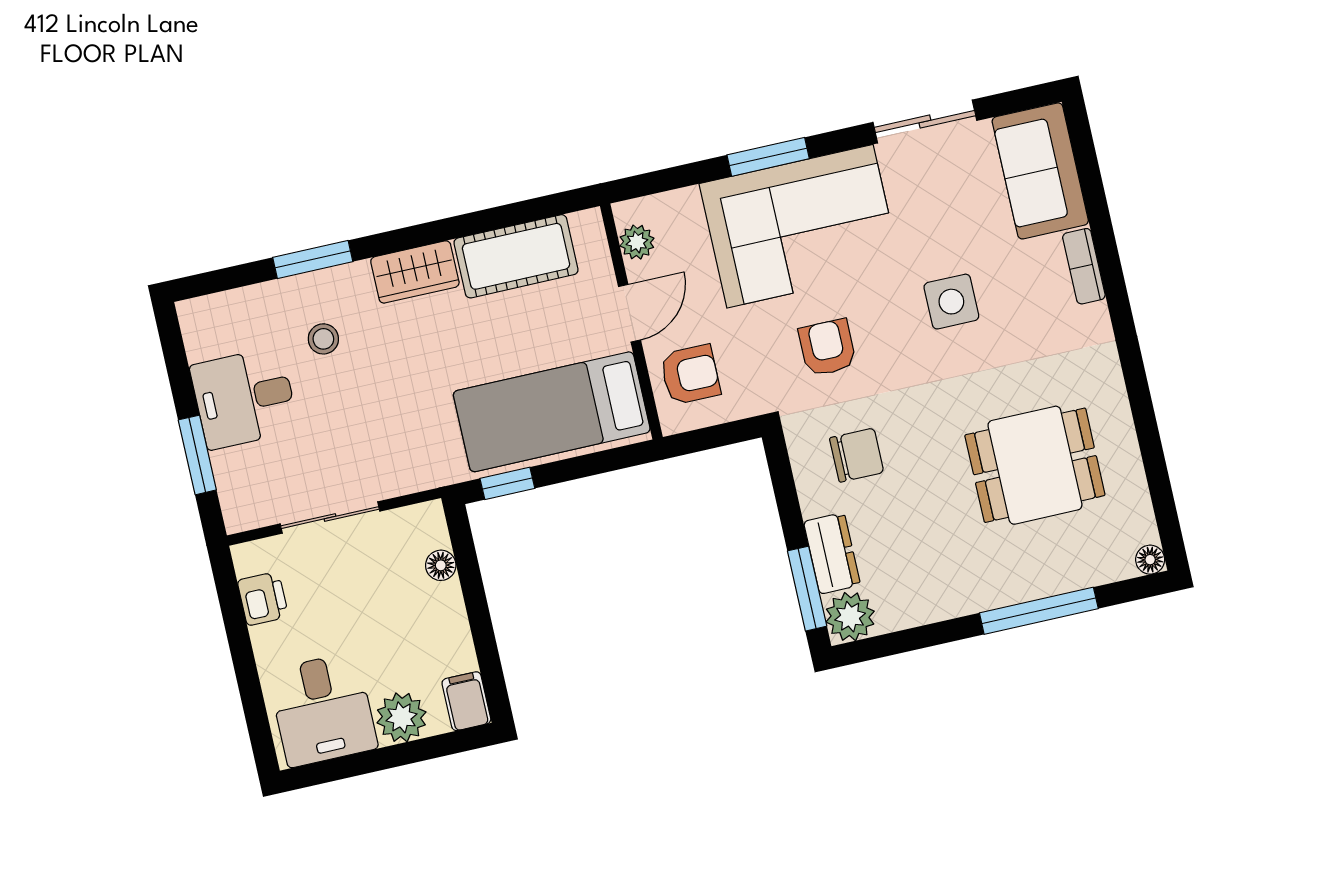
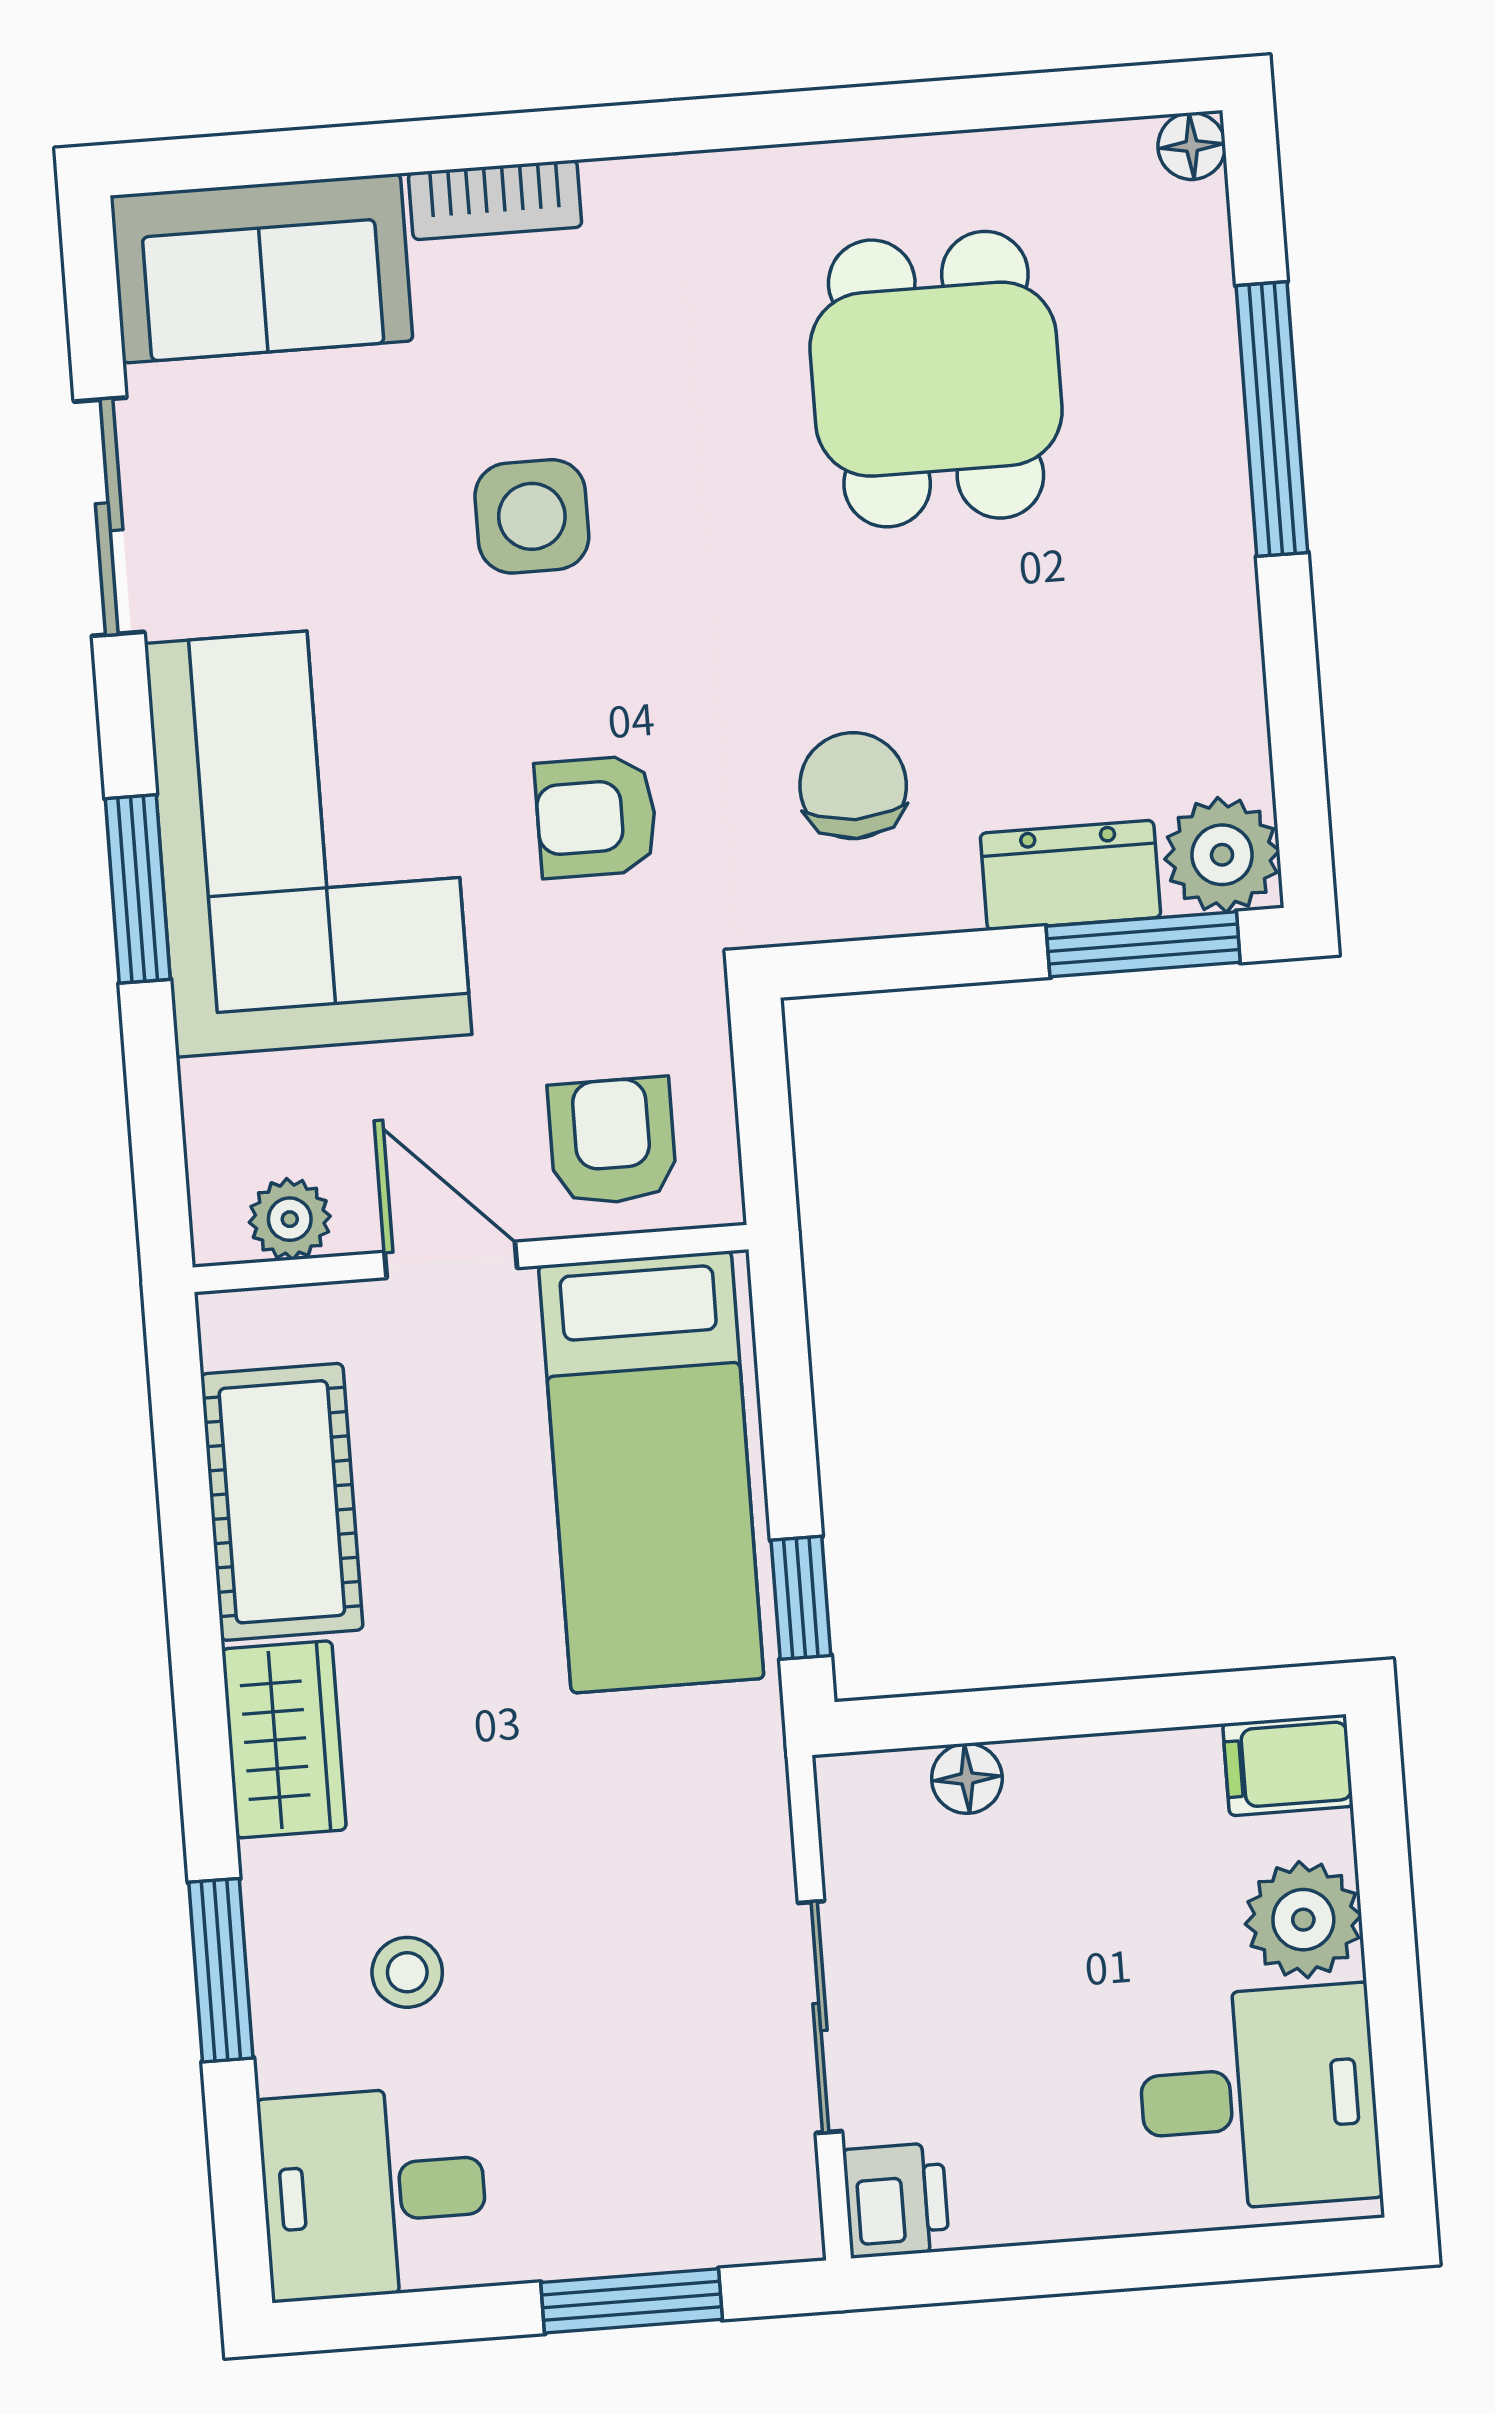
desk: (244, 398) -> (374, 2193), moved, turned 90
printer: (263, 599) -> (896, 2200), moved, turned 90

